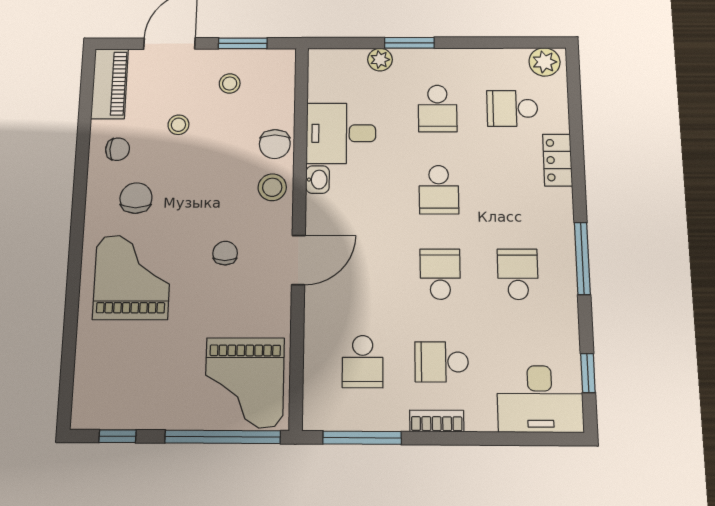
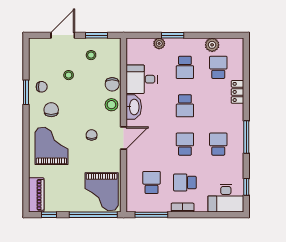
plant: (545, 62) -> (212, 45), moved
piano: (110, 84) -> (36, 195), moved
school desk: (512, 108) -> (218, 67), turned 90
window: (82, 161) -> (26, 92), added
washbasin: (317, 180) -> (134, 107), width x1.91, depth x1.45
school desk: (363, 362) -> (152, 182), turned 180

